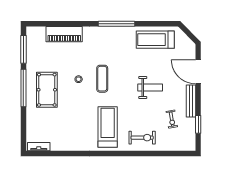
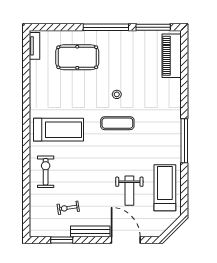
piano: (64, 34) -> (172, 56), moved
door: (198, 72) -> (126, 240), hinge flipped
weight bench: (150, 88) -> (129, 191), moved
pool table: (47, 90) -> (77, 57), moved
exercise bike: (142, 138) -> (46, 172), turned 180

